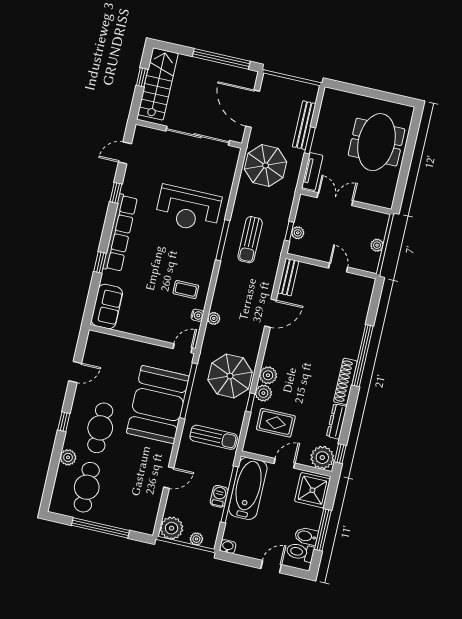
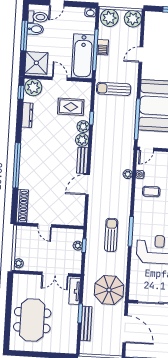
plant: (377, 245) -> (19, 263), moved
bench: (288, 277) -> (82, 160), moved
parasol: (230, 376) -> (109, 135), removed
shoe rack: (345, 381) -> (22, 206), moved
door: (284, 463) -> (60, 79), swing flipped
plant: (196, 539) -> (109, 18), width x1.88, depth x1.88

